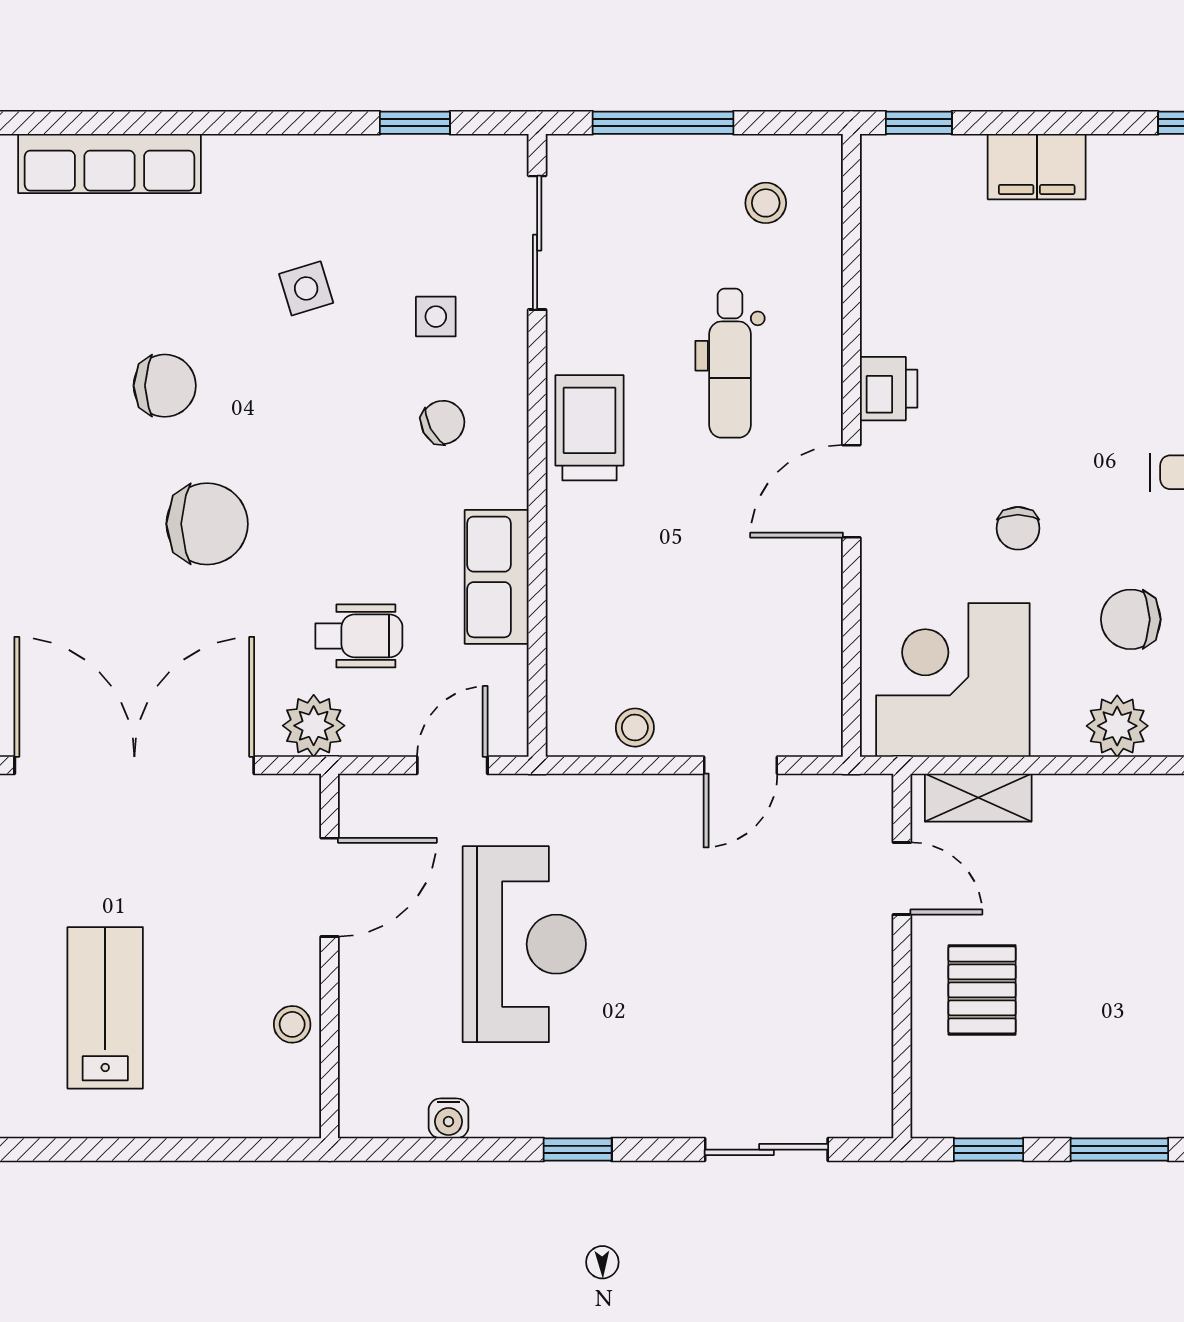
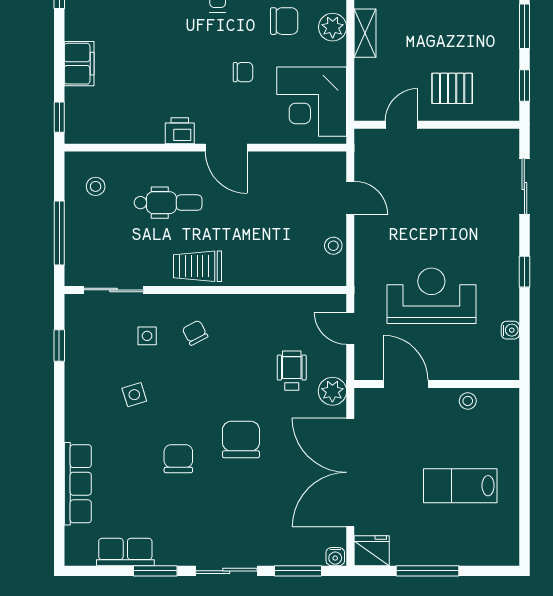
row of seats: (497, 577) -> (265, 308), removed
chair: (1131, 619) -> (284, 21), turned -90
shelving: (978, 798) -> (365, 33), moved

